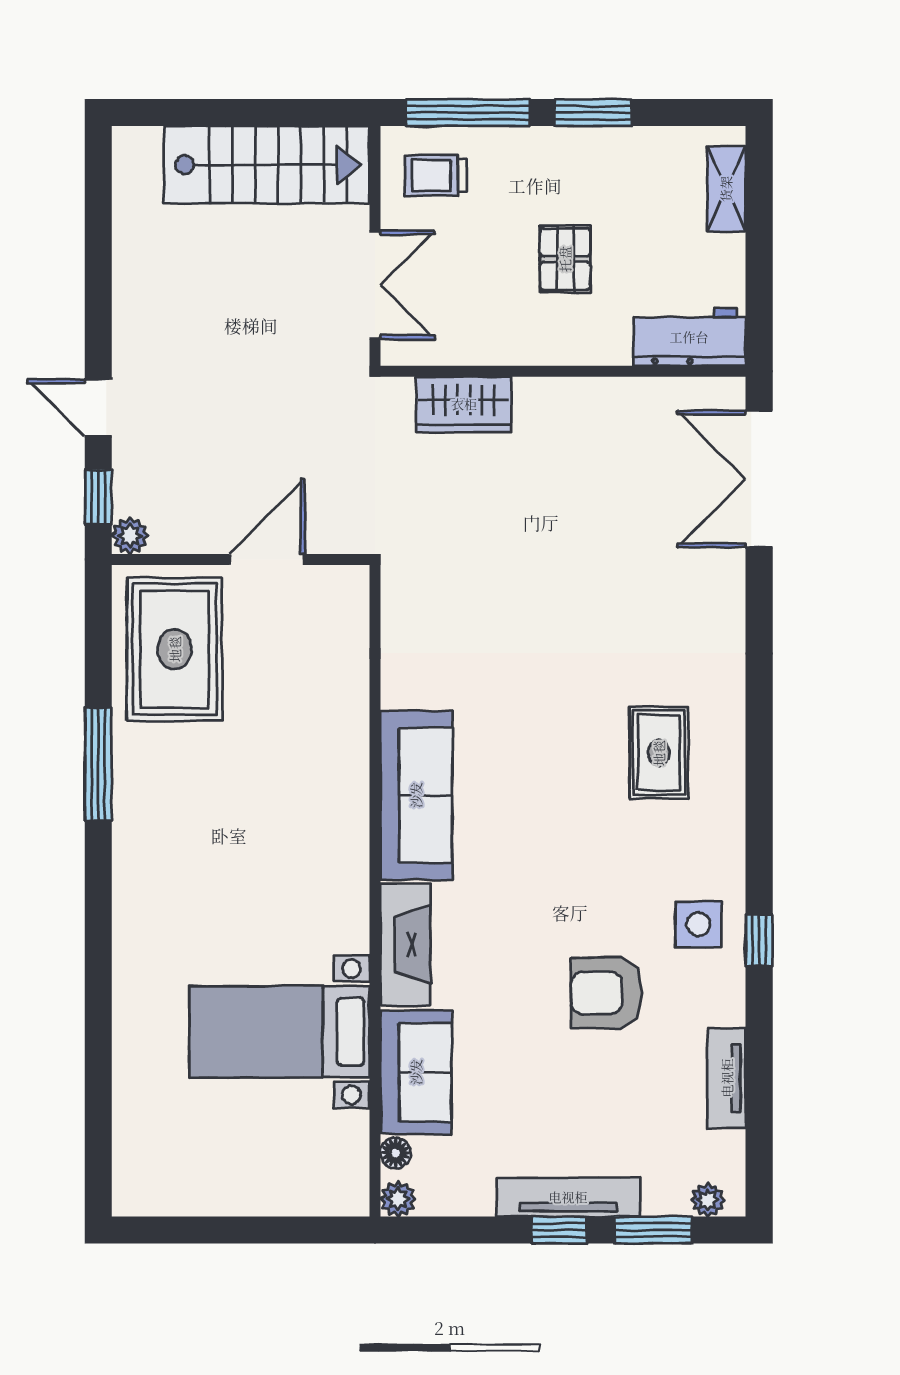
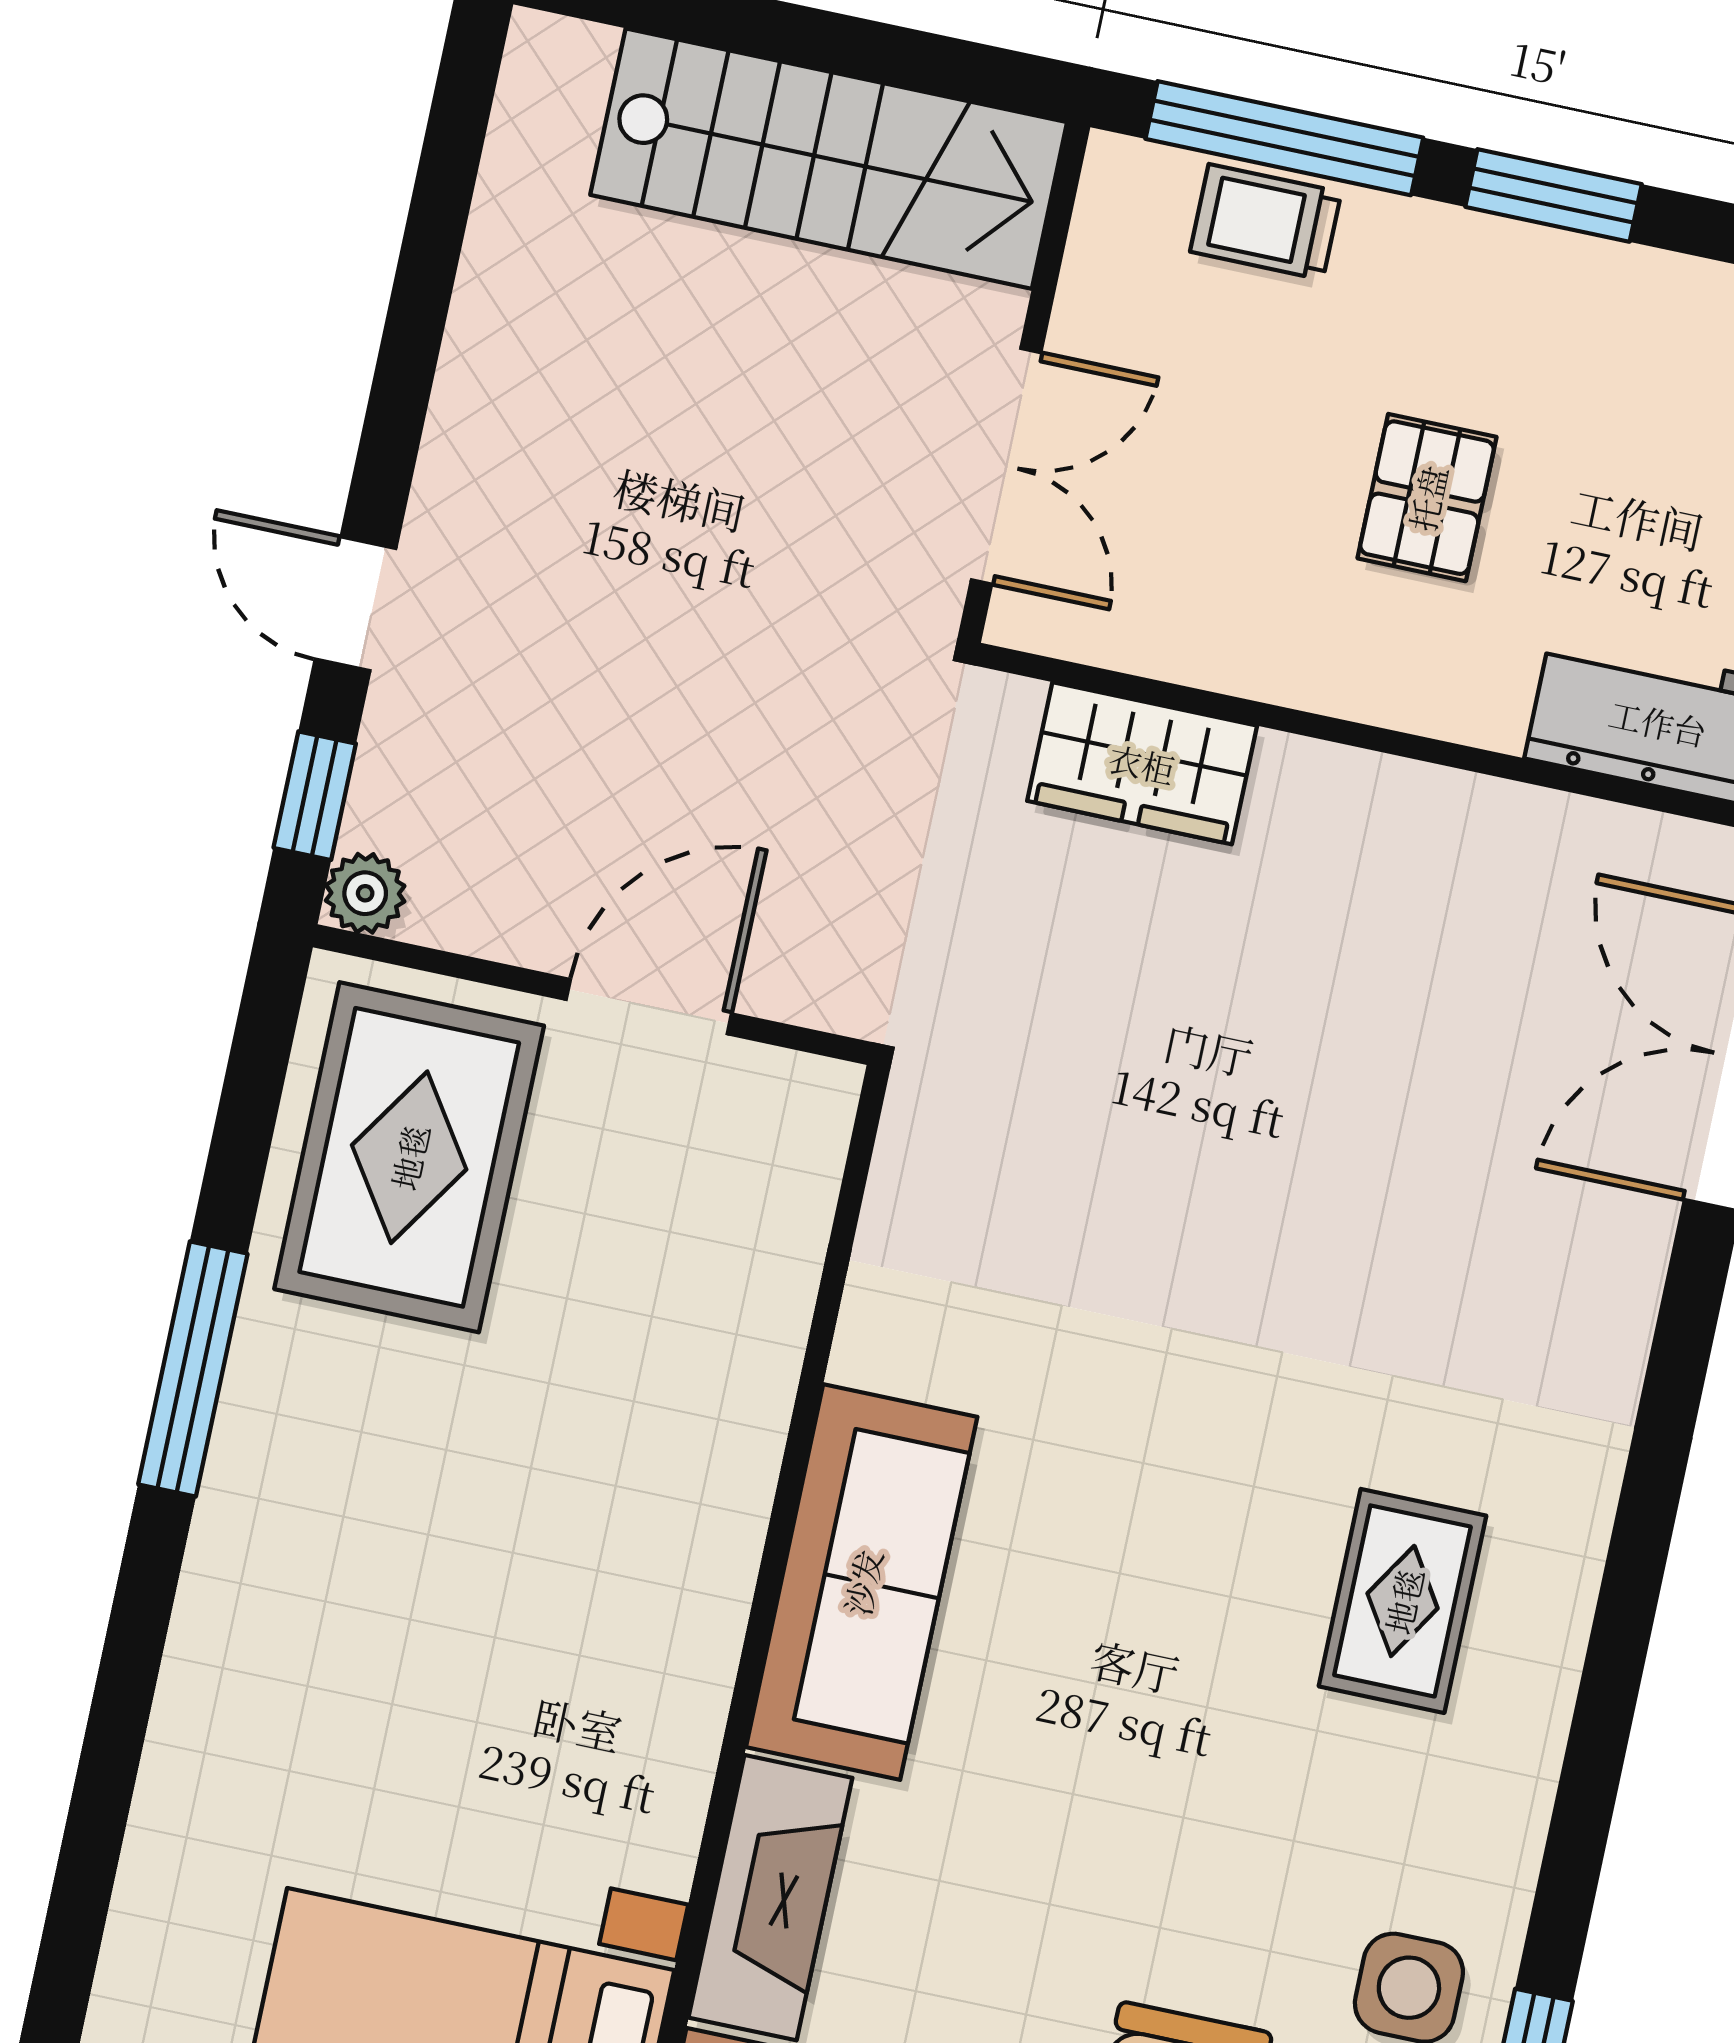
trolley: (436, 176) -> (1266, 222), moved

